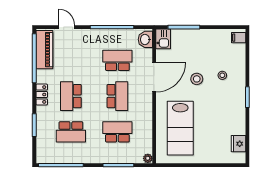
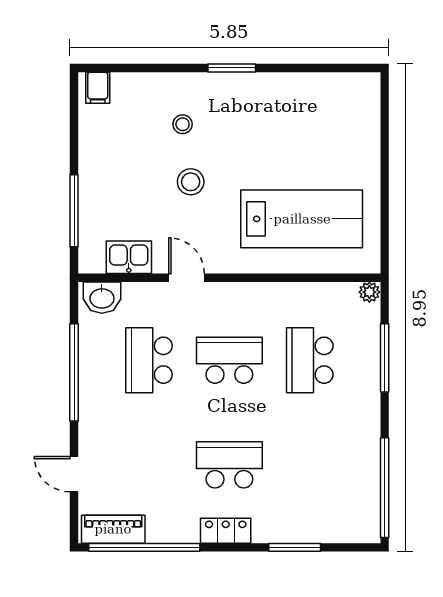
door: (67, 27) -> (74, 474), hinge flipped
kitchen sink: (163, 39) -> (129, 257), moved
piano: (44, 50) -> (113, 529), width x0.73, depth x0.75
door: (154, 77) -> (187, 278), width x0.53
school desk: (71, 96) -> (229, 465), turned 180
school desk: (71, 132) -> (310, 465), removed
fridge: (238, 144) -> (336, 88), removed

